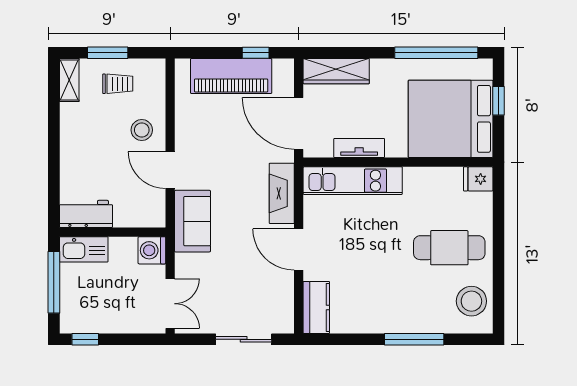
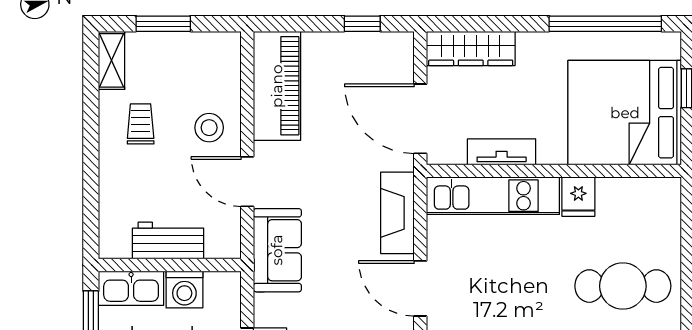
piano: (231, 76) -> (277, 86), moved, turned -90
trolley: (118, 84) -> (141, 124), moved, turned -90
fridge: (478, 179) -> (578, 197), moved, turned -90
workbench: (86, 214) -> (168, 241), moved
washing machine: (152, 250) -> (184, 289), moved, turned -90

